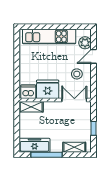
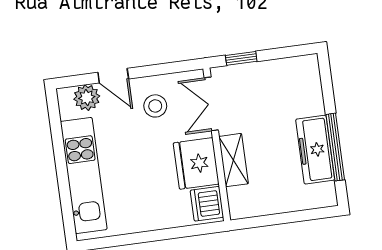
shelving: (31, 107) -> (234, 160), moved
window: (94, 128) -> (241, 58), moved
freezer: (35, 145) -> (315, 150), moved
shelving: (74, 147) -> (311, 90), removed

